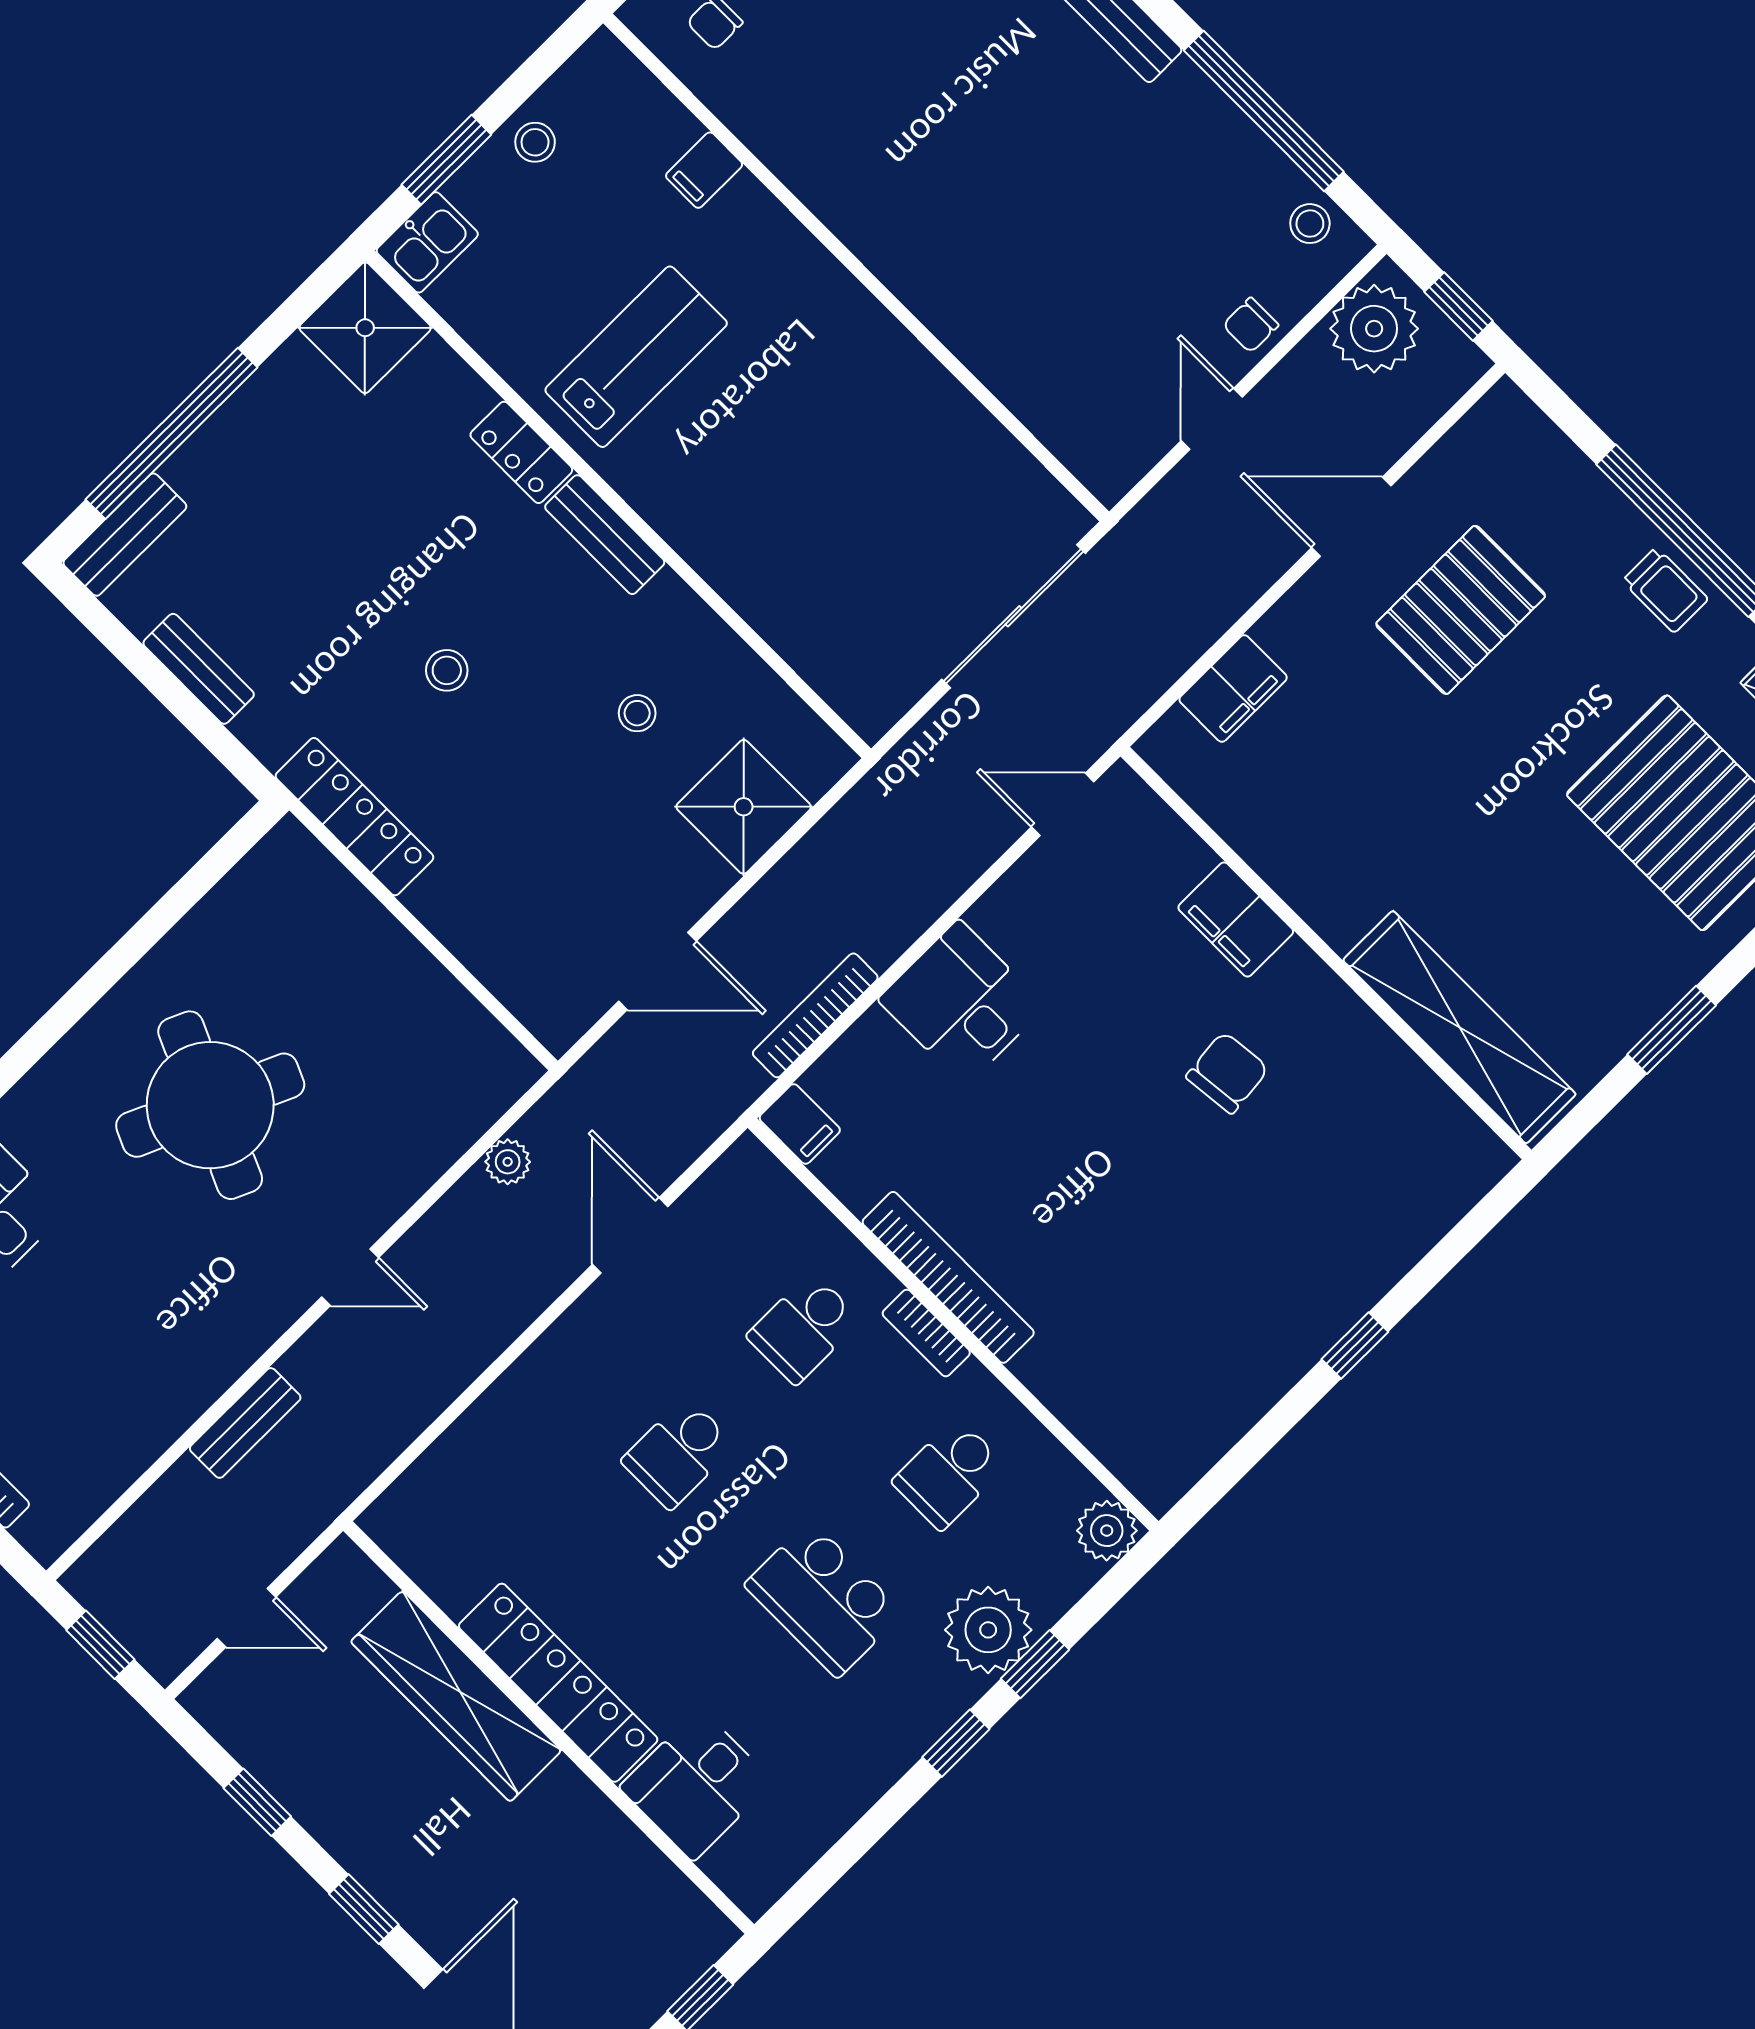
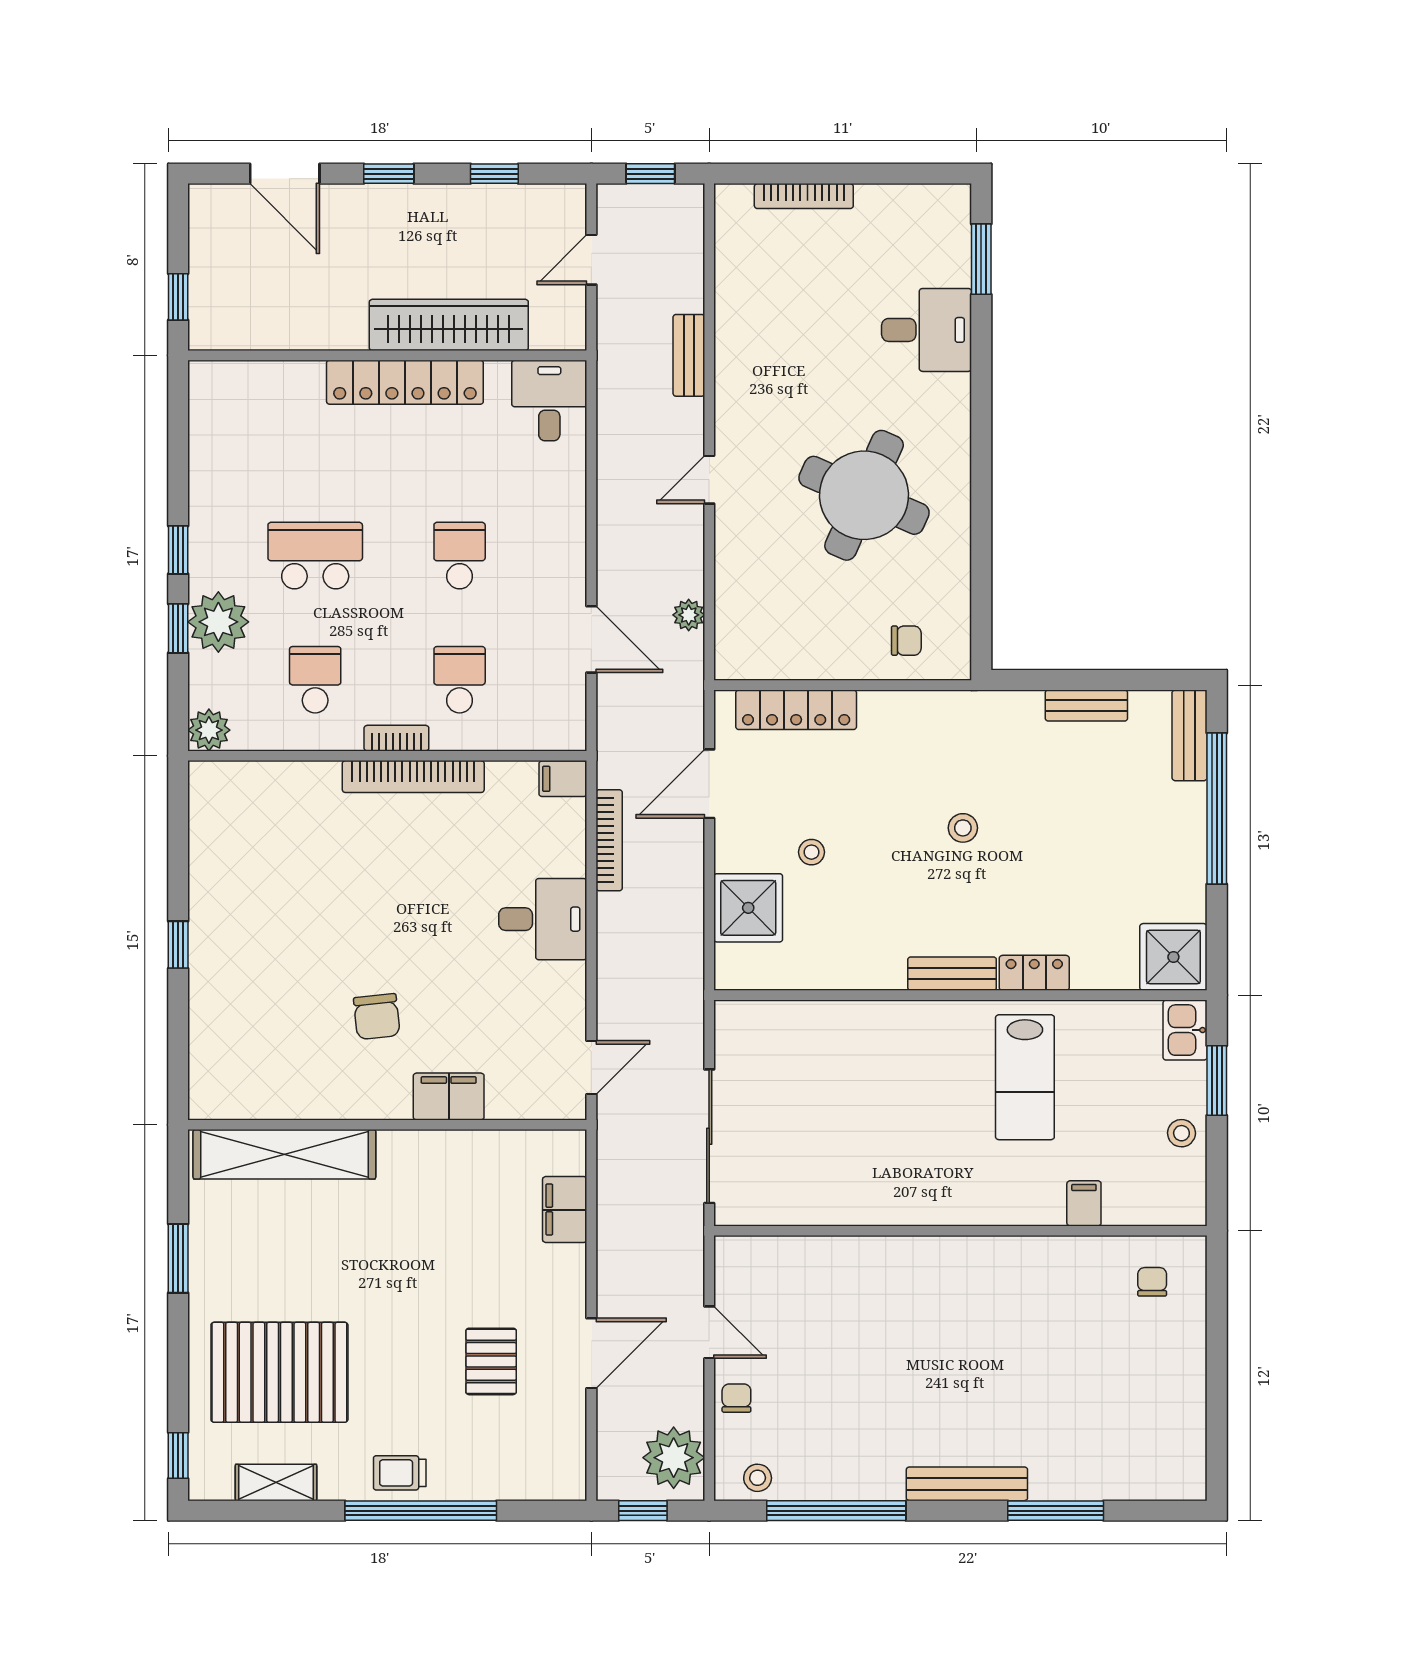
pallet: (1461, 610) -> (491, 1361), width x0.67, depth x0.71
stool: (637, 713) -> (811, 852), moved
locker: (355, 817) -> (796, 710), moved
chair: (314, 916) -> (906, 641), added
desk: (696, 1784) -> (549, 400), moved

